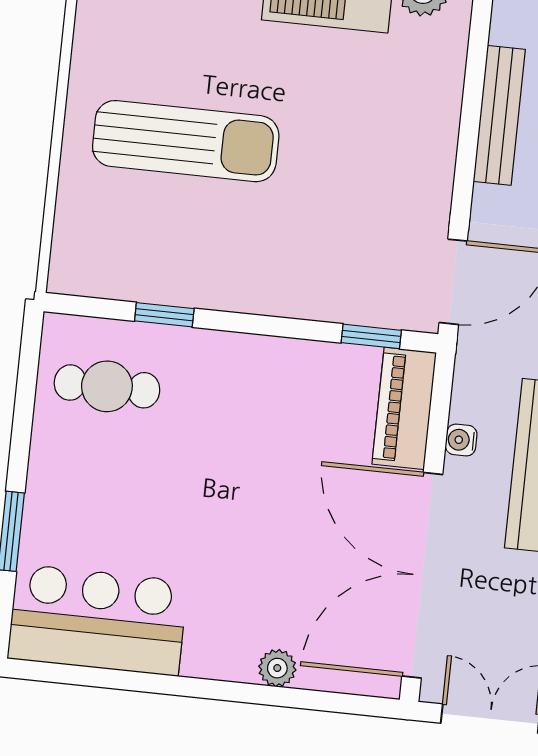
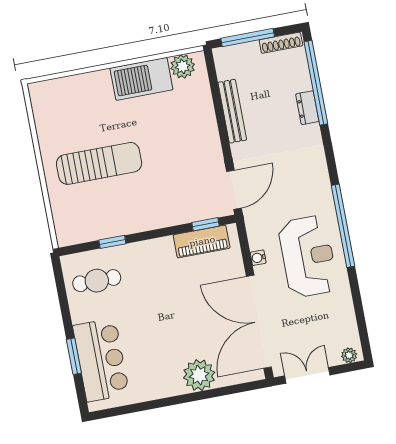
piano: (404, 408) -> (202, 241), moved, turned -90
bar counter: (98, 620) -> (101, 360), moved, turned 90
plant: (277, 668) -> (199, 375), width x1.88, depth x1.88

